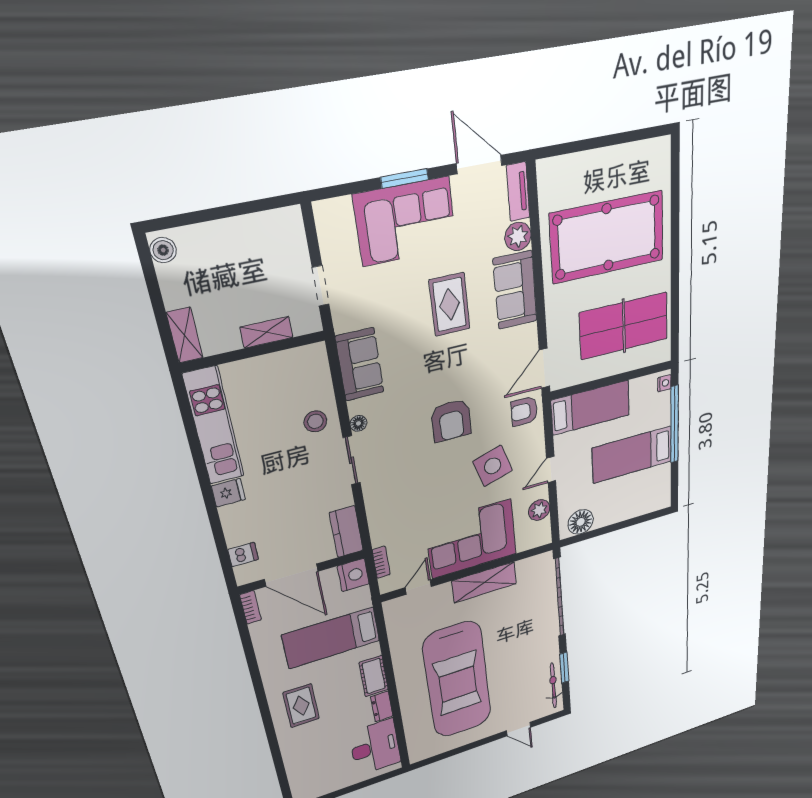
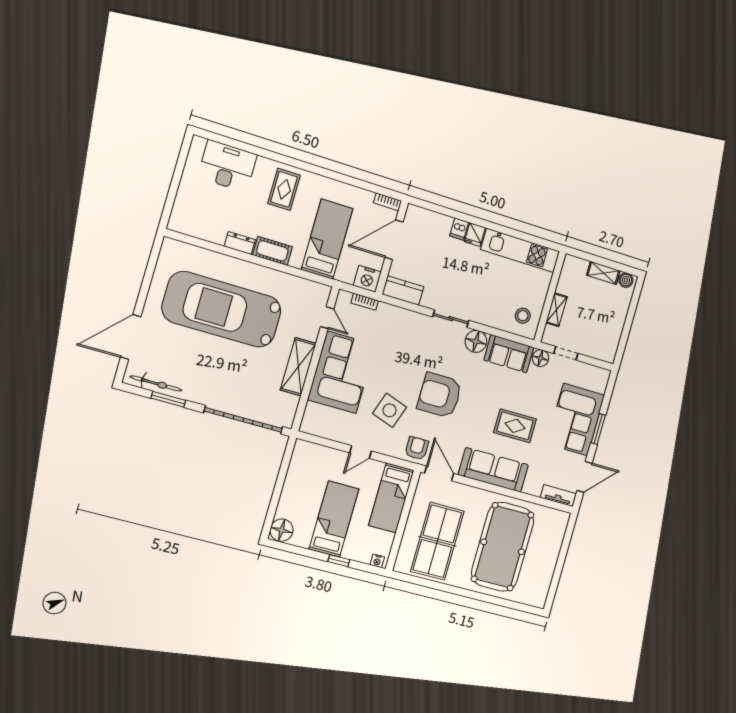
plant: (518, 236) -> (533, 486), removed
sofa: (515, 290) -> (493, 470), width x1.36
floor lamp: (345, 319) -> (540, 358), added
shelving: (185, 335) -> (603, 273), moved
armchair: (451, 420) -> (440, 395), width x1.36, depth x1.36
stool: (315, 421) -> (523, 316), moved
floor lamp: (358, 423) -> (476, 341), width x1.89, depth x1.89
window: (675, 424) -> (339, 561), width x0.32
side table: (493, 466) -> (390, 410), turned 36
door: (551, 469) -> (361, 452), swing flipped
plant: (539, 510) -> (333, 431), removed
floor lamp: (581, 522) -> (282, 530), moved
dishwasher: (243, 555) -> (459, 229), moved
rug: (301, 706) -> (284, 189), turned 90
door: (519, 729) -> (131, 337), width x1.88
desk: (375, 747) -> (227, 166), moved, turned 180

